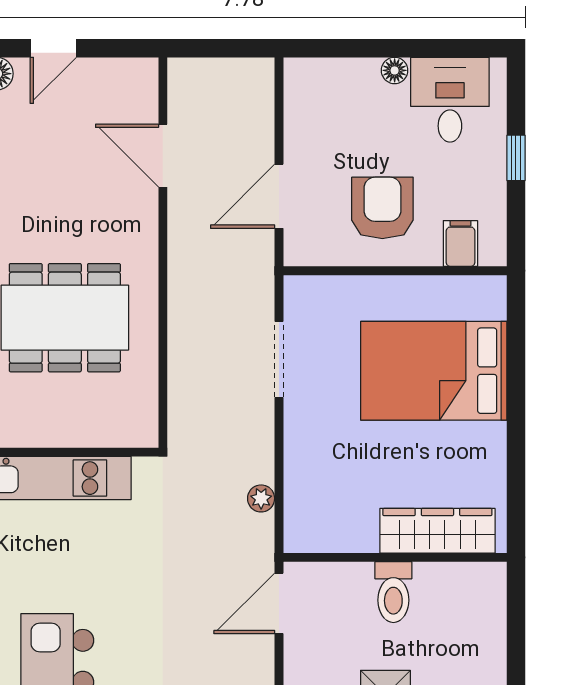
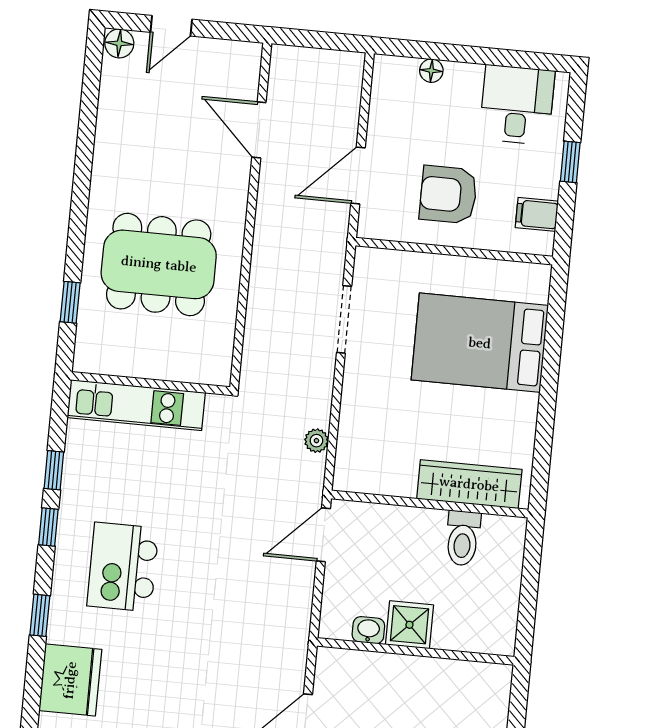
floor lamp: (395, 70) -> (431, 71), moved
armchair: (382, 208) -> (448, 195), turned -90
filing cabinet: (460, 243) -> (537, 214), moved, turned -90
toilet: (393, 592) -> (463, 538), moved

